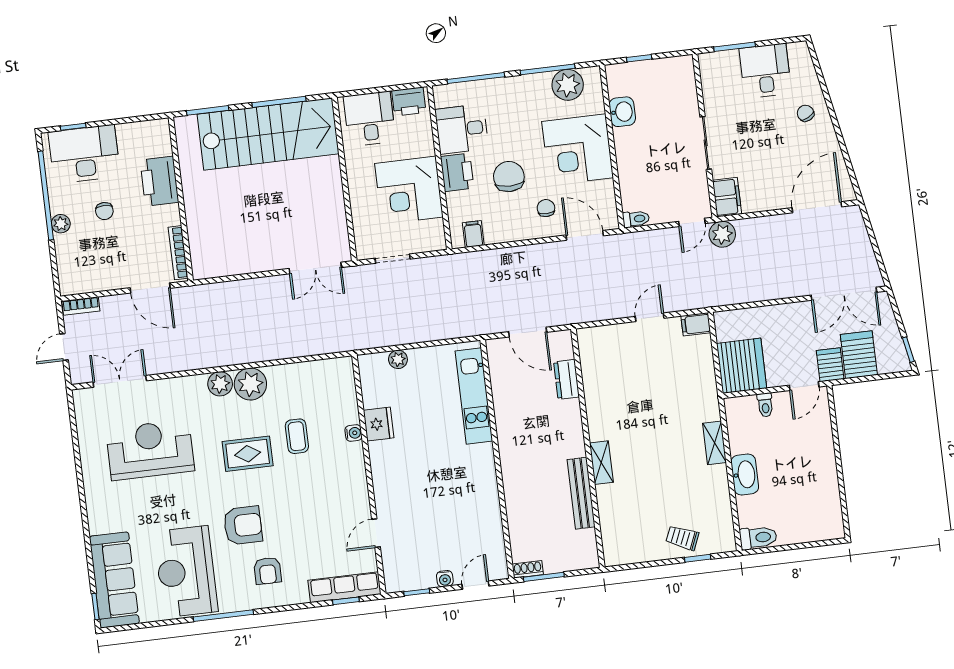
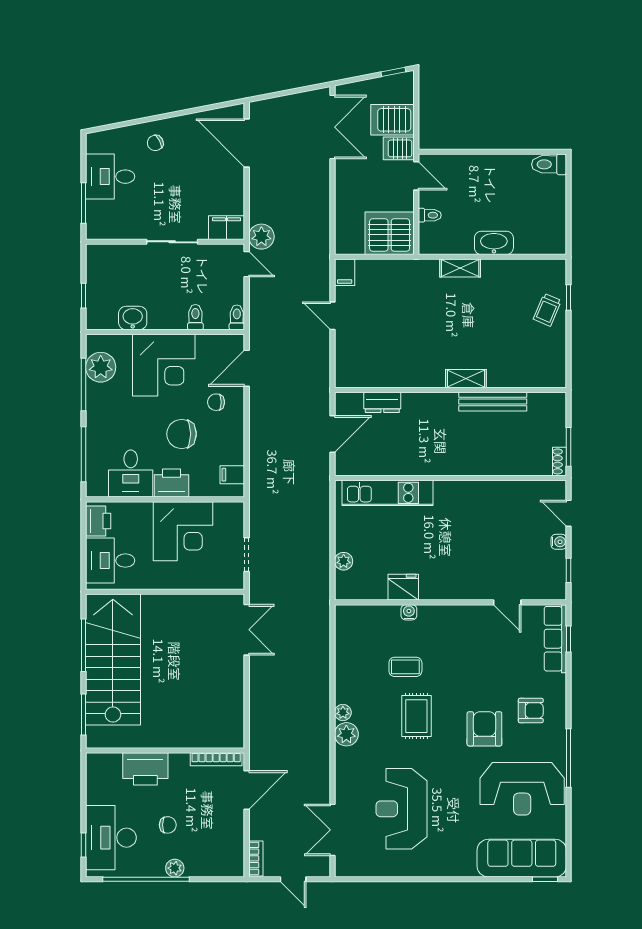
toilet: (631, 176) -> (195, 317), added
plant: (250, 384) -> (343, 712), width x0.53, depth x0.53
toilet: (758, 538) -> (549, 164), moved, turned -90

